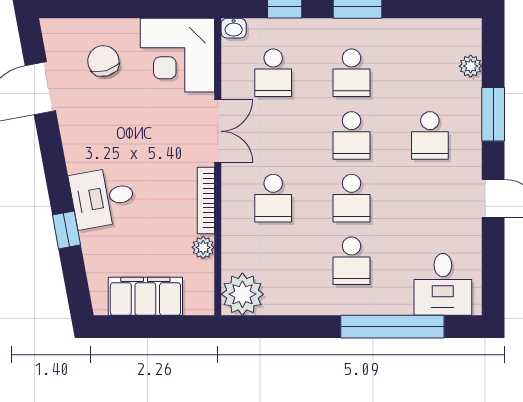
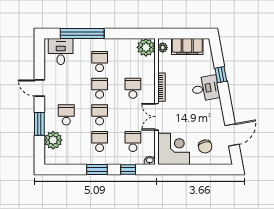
plant: (471, 66) -> (53, 140), width x1.87, depth x1.87
plant: (203, 247) -> (163, 48), moved

